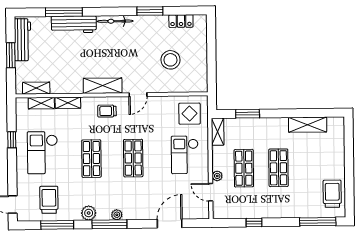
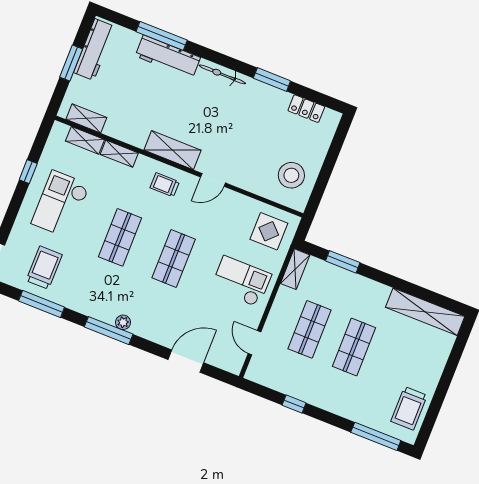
stool: (170, 60) -> (291, 175), moved
shelving: (308, 125) -> (425, 312), width x1.47
checkout: (185, 155) -> (241, 281), turned 90
plant: (217, 176) -> (271, 325), removed
trolley: (332, 194) -> (409, 408), turned 180
plant: (89, 213) -> (88, 305), removed

